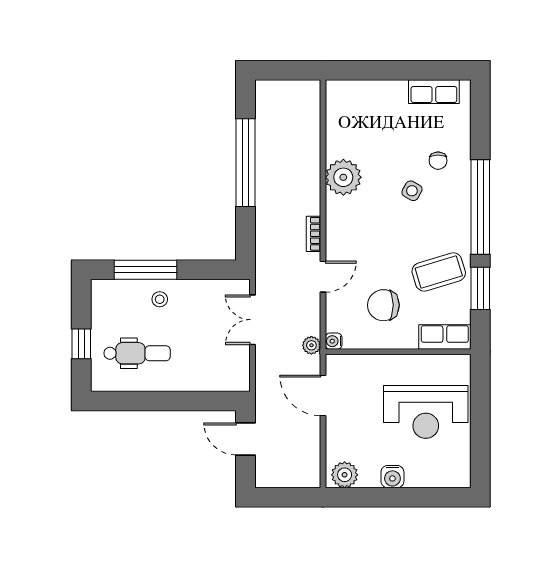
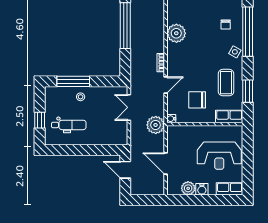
side table: (412, 191) -> (235, 52), moved
window: (480, 207) -> (248, 32), moved
coffee table: (439, 272) -> (226, 83), turned -73
plant: (311, 345) -> (156, 125), width x1.88, depth x1.88
door: (323, 395) -> (166, 163), moved
plant: (345, 475) -> (188, 188), moved
row of seats: (446, 476) -> (230, 189), added

